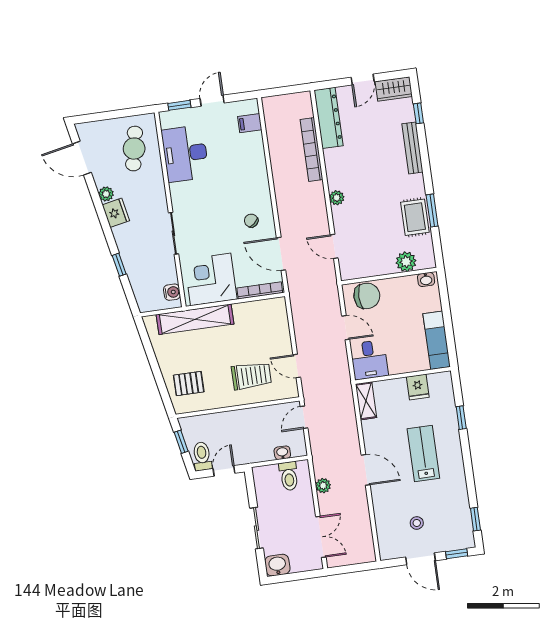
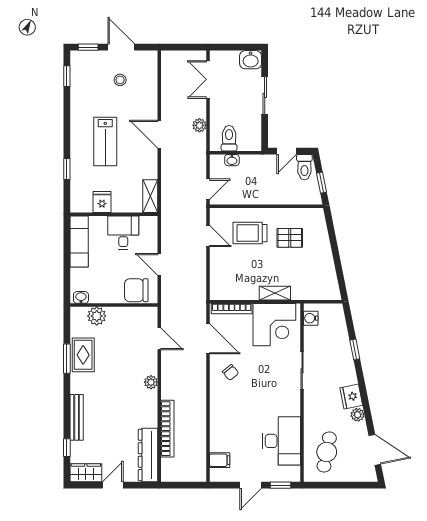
shelving: (195, 319) -> (275, 293), width x0.45, depth x0.75
desk: (369, 360) -> (123, 233), moved
pallet: (189, 384) -> (290, 238), moved

